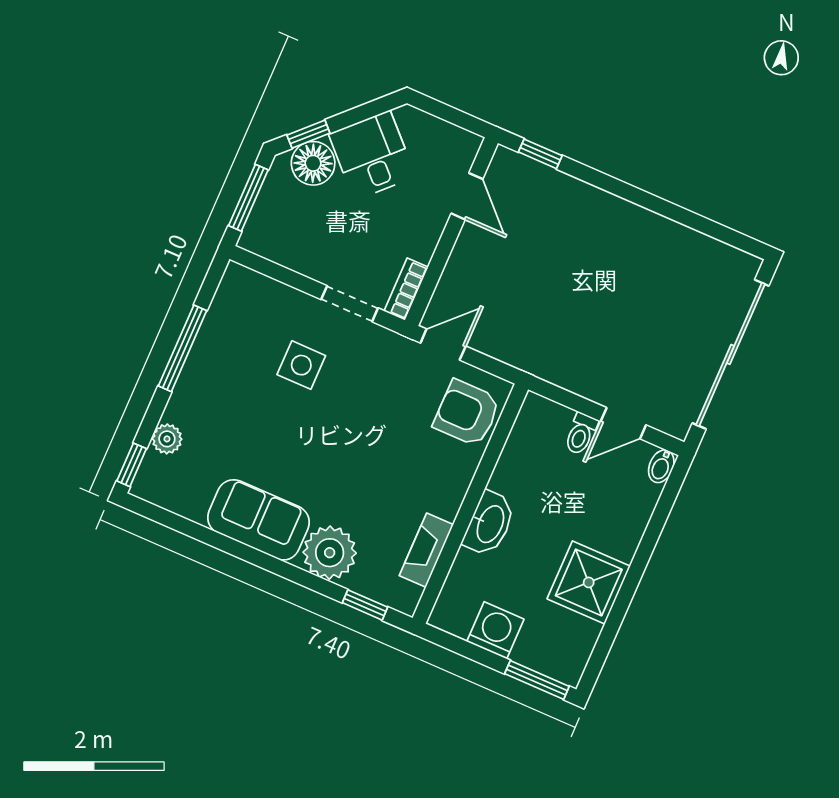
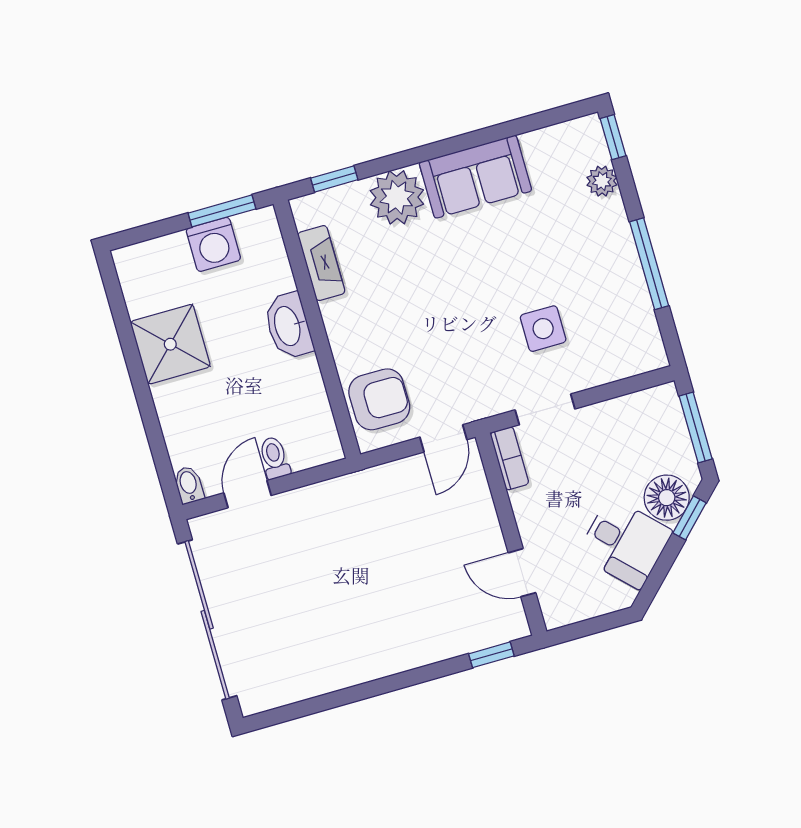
window: (537, 680) -> (222, 211), moved

